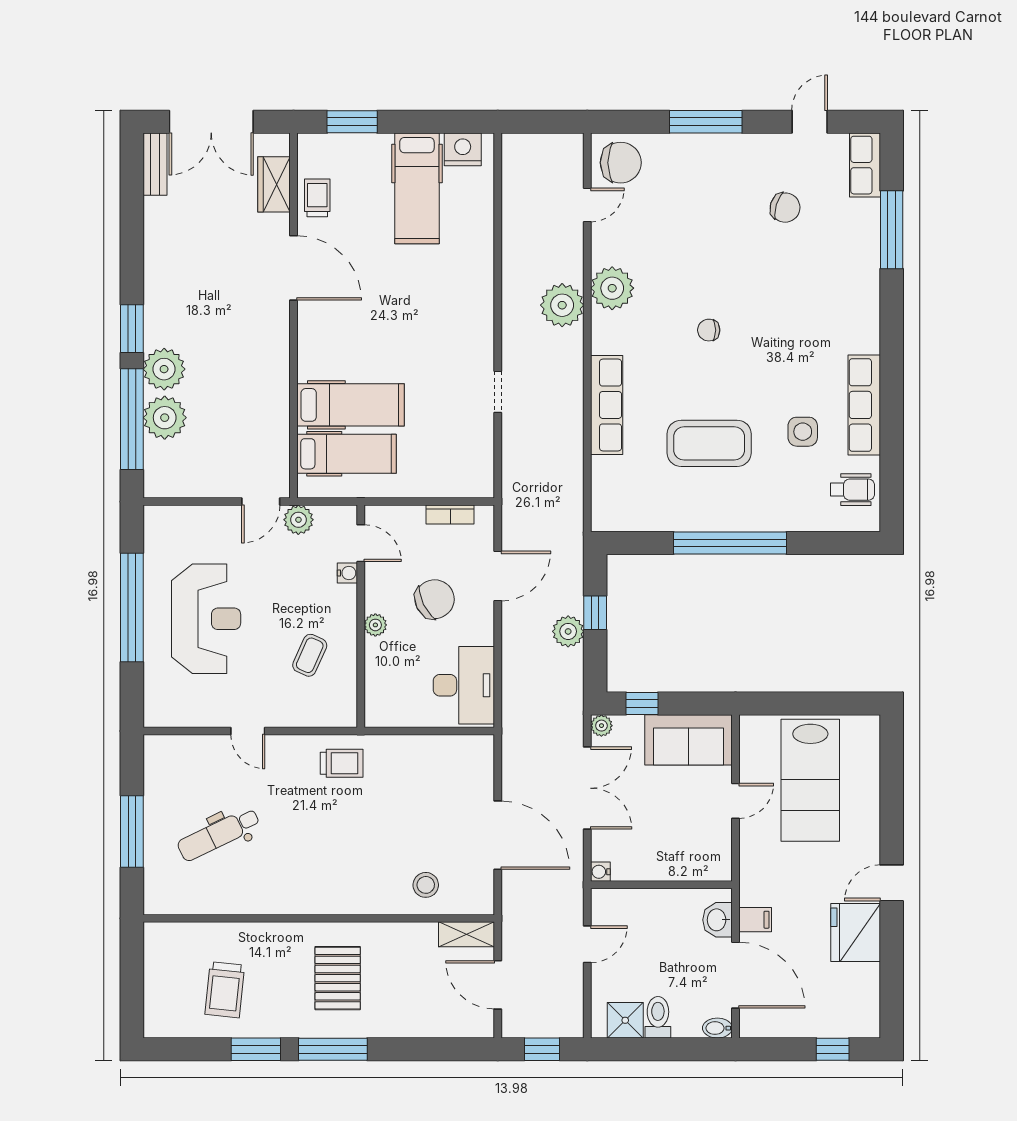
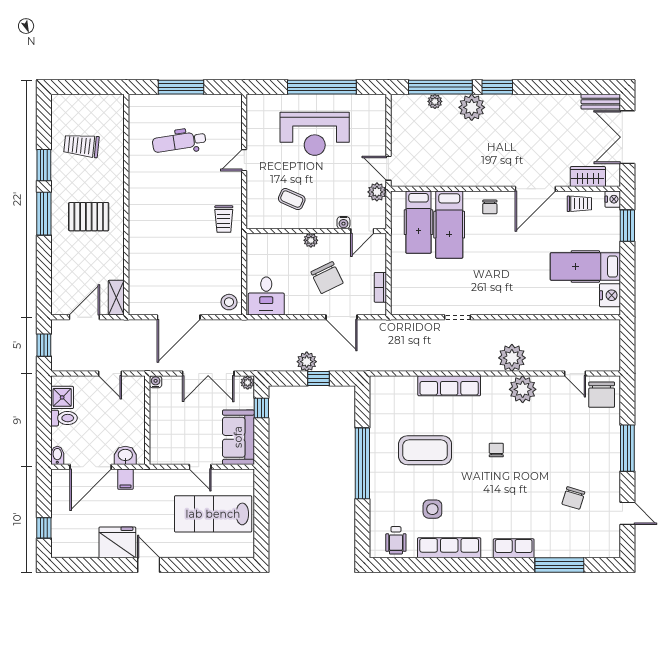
nightstand: (310, 145) -> (613, 199), added
row of seats: (865, 165) -> (514, 548), moved
chair: (322, 340) -> (490, 207), added
plant: (165, 418) -> (435, 101), width x0.53, depth x0.53
coffee table: (709, 443) -> (425, 450), turned 90
desk: (464, 685) -> (266, 296), width x0.73
dental chair: (219, 834) -> (179, 142), turned -73
stool: (426, 885) -> (229, 302), moved

